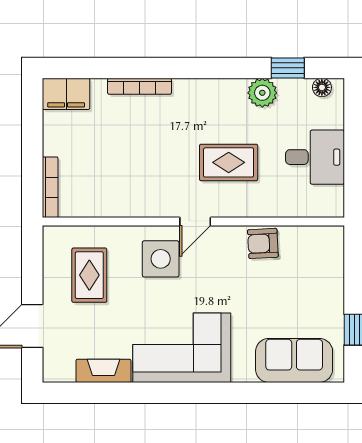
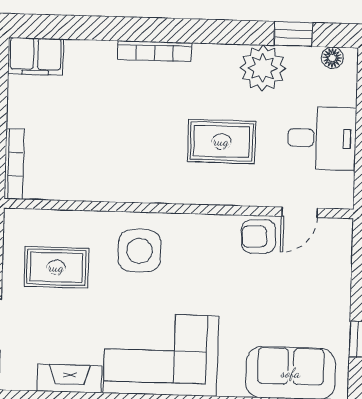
bookcase: (139, 86) -> (155, 51), moved
plant: (262, 93) -> (263, 68), width x1.36, depth x1.36
door: (195, 221) -> (299, 212), moved
rug: (89, 275) -> (56, 267), turned 90

